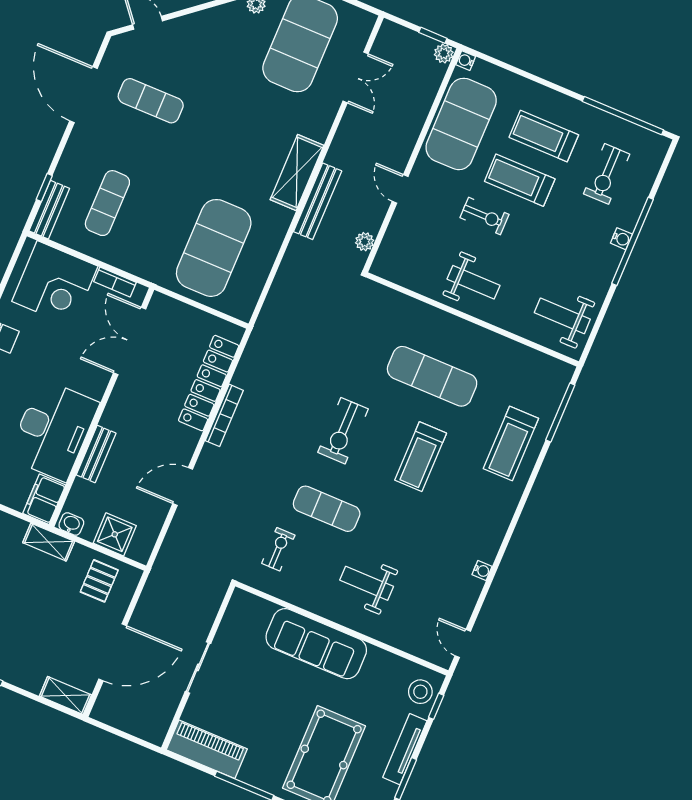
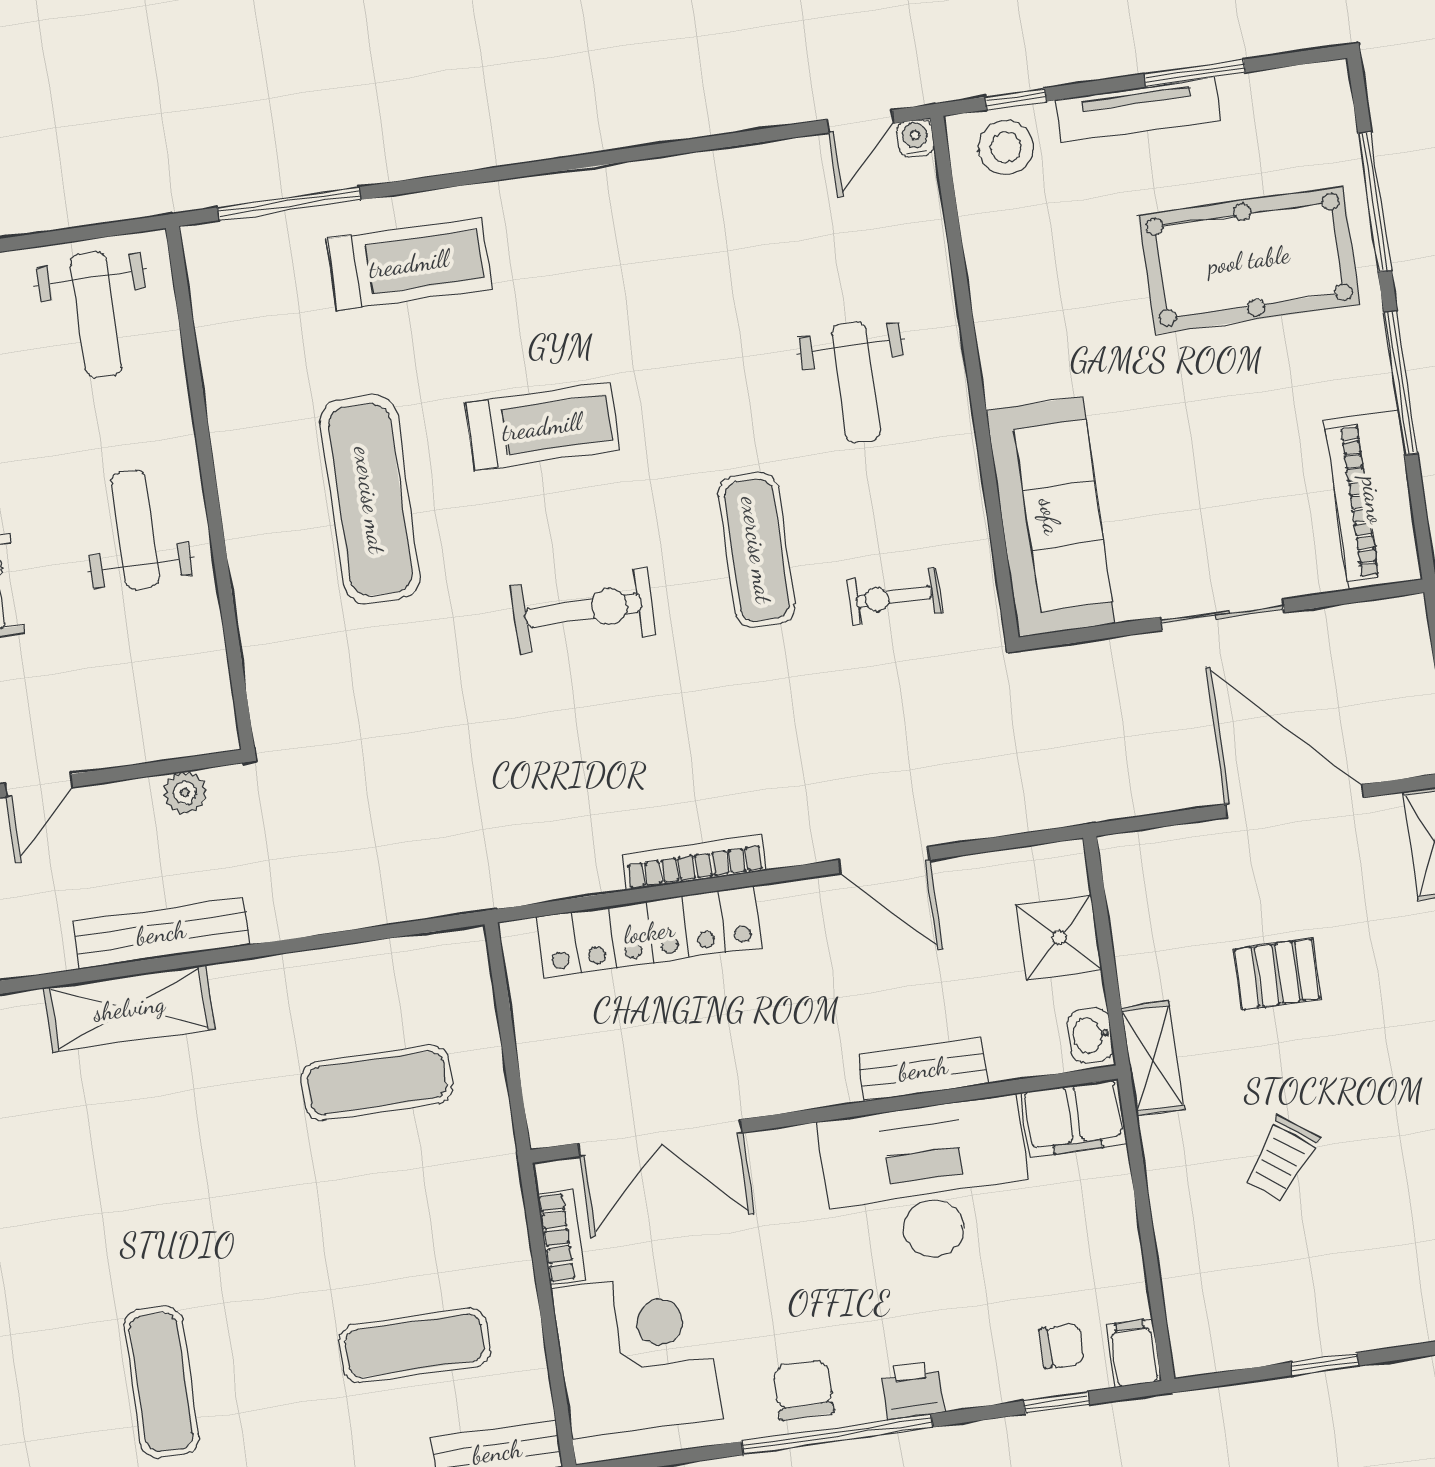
exercise mat: (214, 248) -> (377, 1083), width x0.50, depth x0.69
water cooler: (482, 570) -> (915, 138), moved
pallet: (99, 581) -> (1277, 974), moved
sofa: (316, 644) -> (1050, 517), moved

